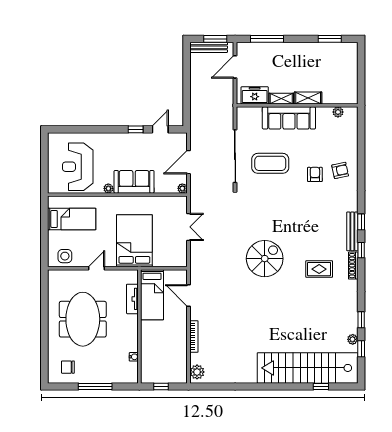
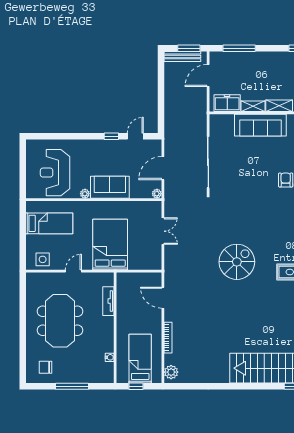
coffee table: (270, 163) -> (242, 169), removed
bed: (152, 295) -> (140, 359), moved, turned 180

